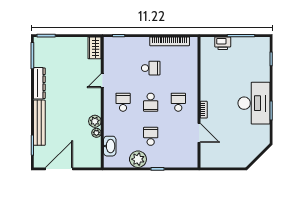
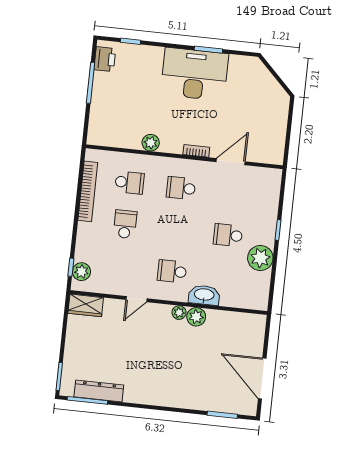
plant: (116, 43) -> (81, 272), added
printer: (223, 43) -> (105, 59), moved
plant: (206, 79) -> (151, 143), added
door: (102, 81) -> (136, 299), hinge flipped
dresser: (39, 83) -> (99, 391), moved
school desk: (151, 102) -> (129, 183), moved
bench: (39, 123) -> (189, 401), removed
plant: (96, 133) -> (179, 313), moved
washbasin: (110, 146) -> (204, 295), moved

